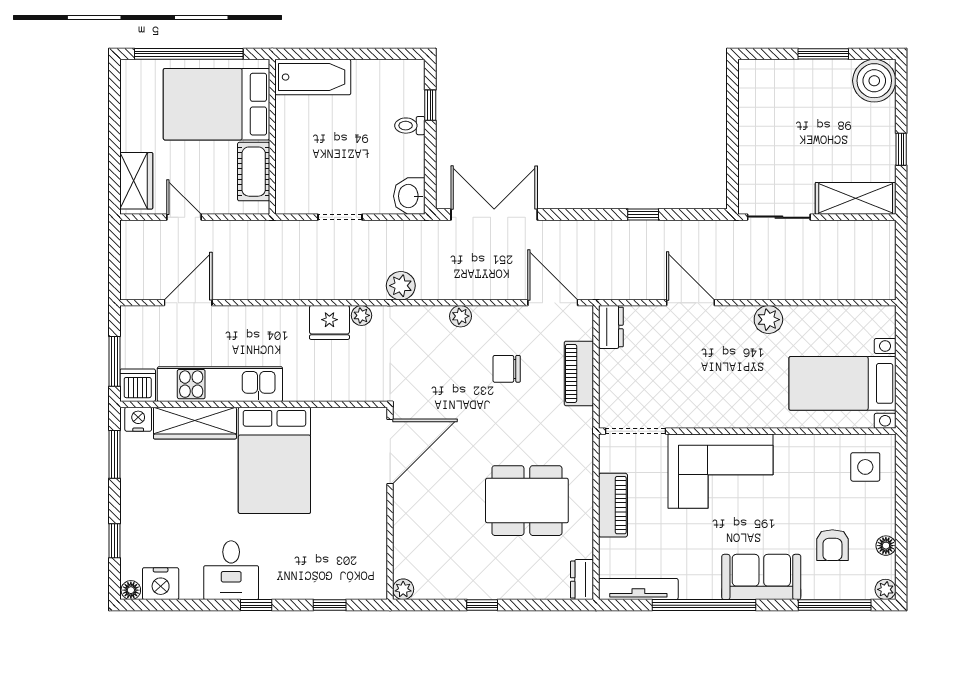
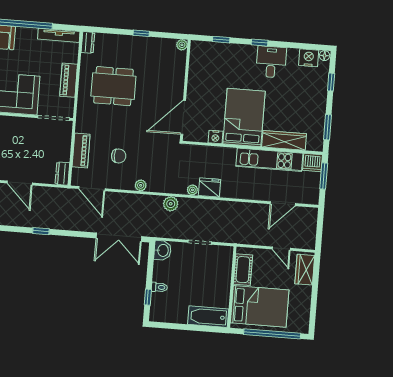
nightstand: (138, 419) -> (215, 137), moved

